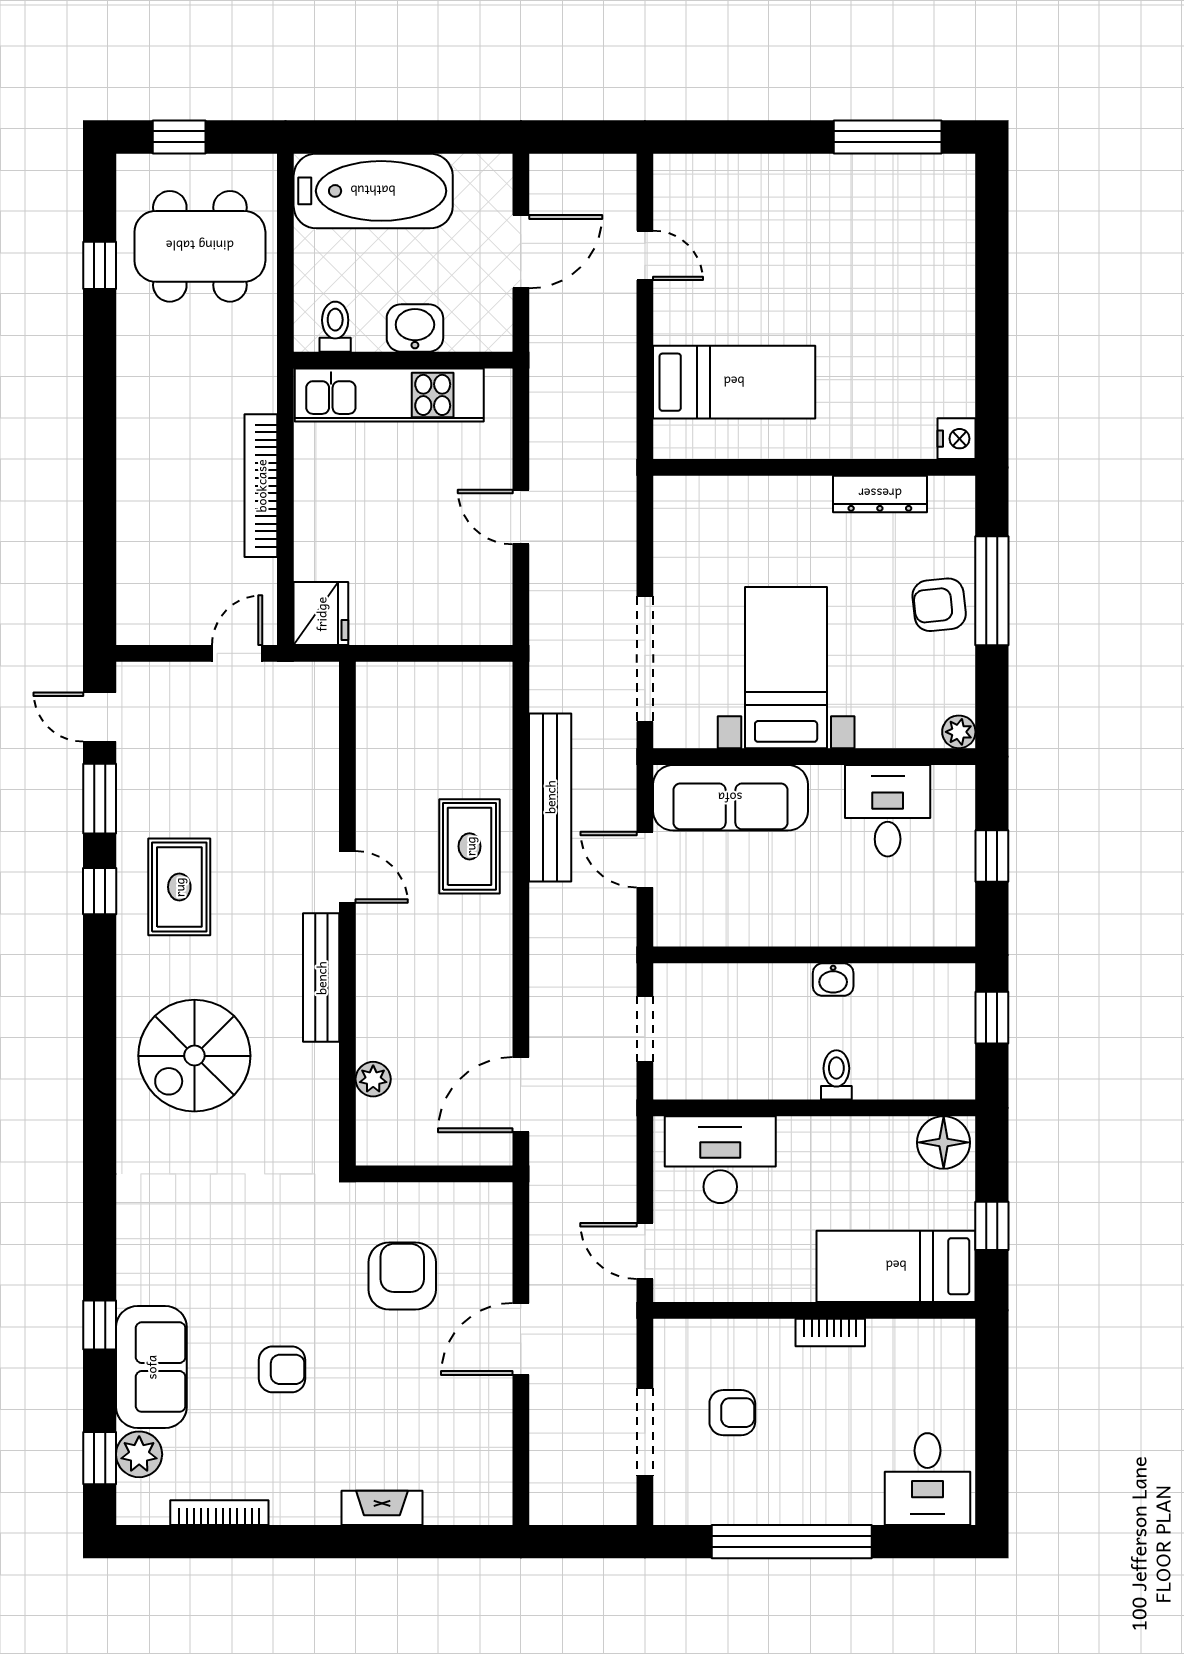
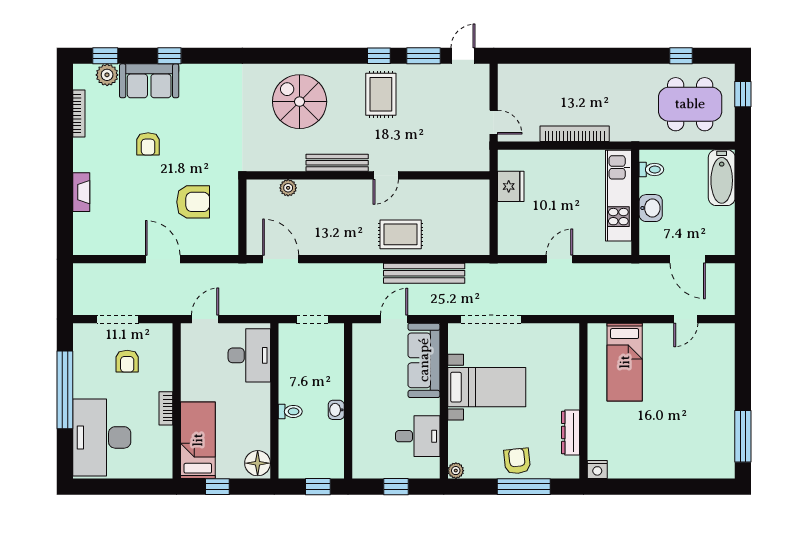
bathtub: (373, 191) -> (722, 178), width x0.73, depth x0.73
dining table: (200, 246) -> (690, 104), turned 90
fridge: (321, 614) -> (511, 186), moved, turned -90
rug: (179, 887) -> (381, 94), turned 90
desk: (927, 1479) -> (102, 437), width x1.87, depth x1.30

